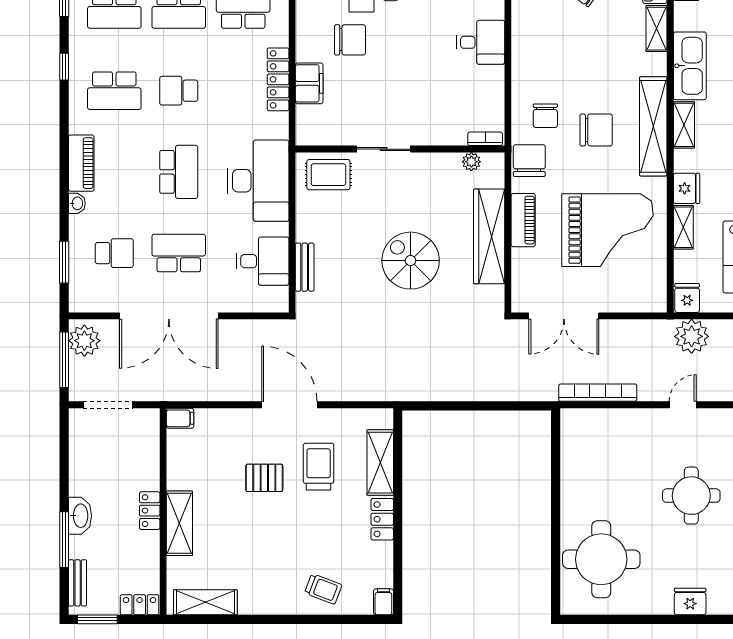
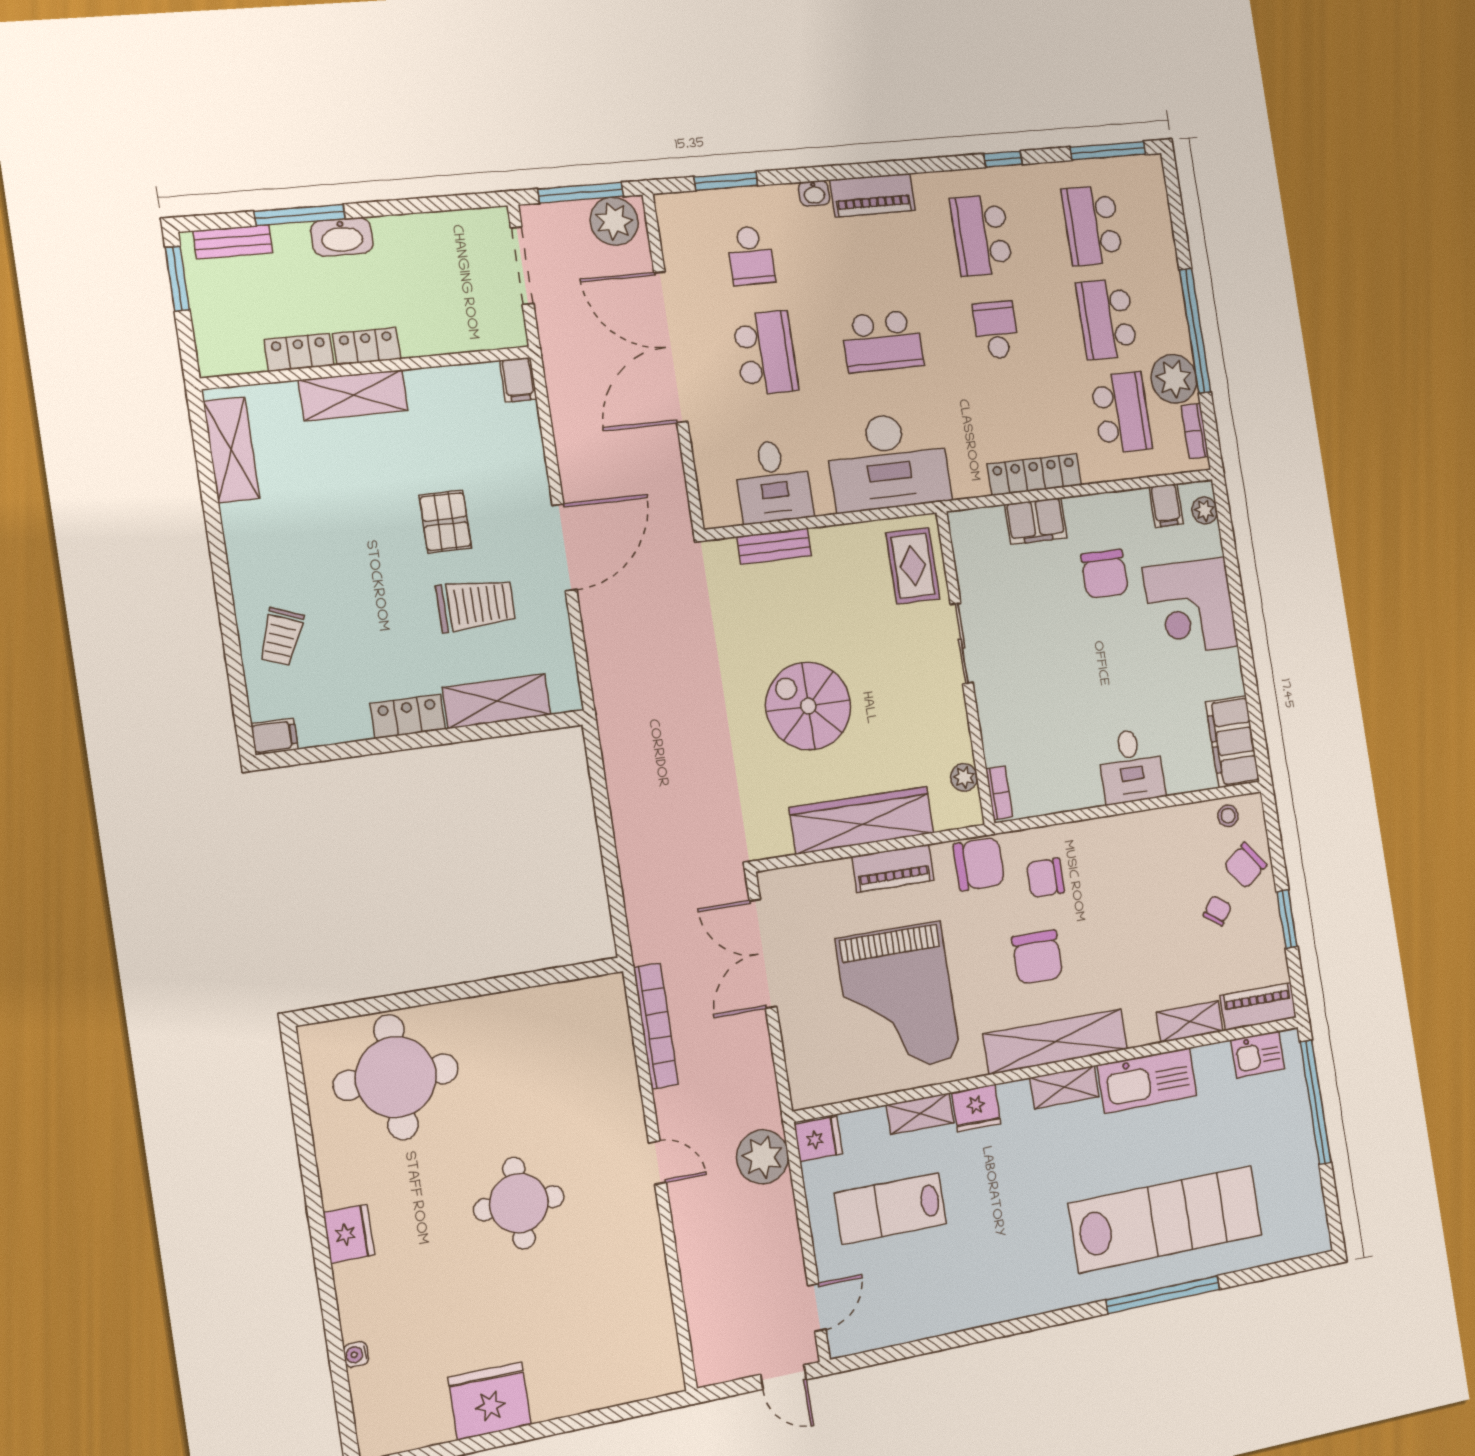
spiral stairs: (411, 261) -> (808, 706), turned -90
locker: (140, 605) -> (299, 352), moved, turned -90

